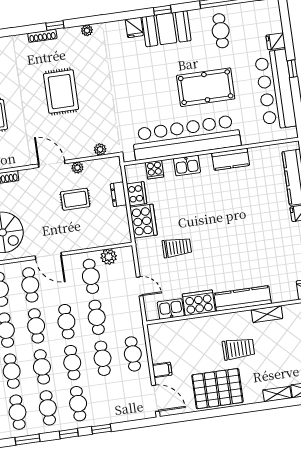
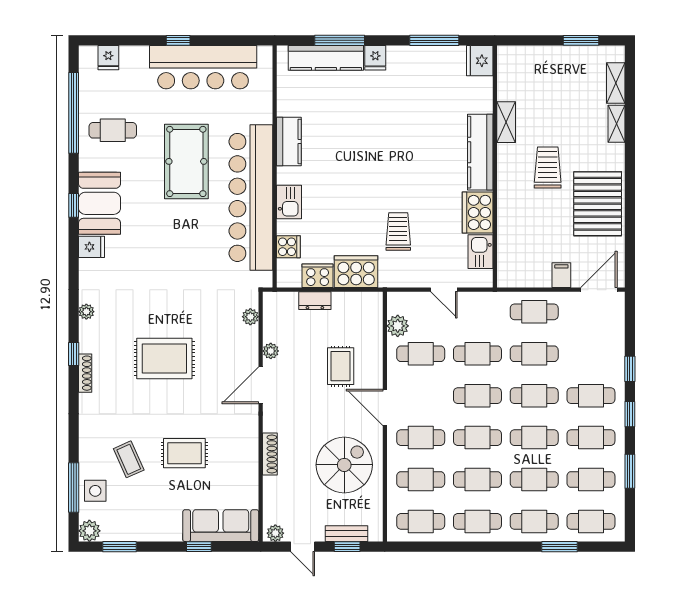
fridge: (276, 41) -> (108, 58), moved
rug: (75, 199) -> (341, 366), moved
door: (48, 256) -> (385, 407), swing flipped
door: (140, 286) -> (444, 290), swing flipped

